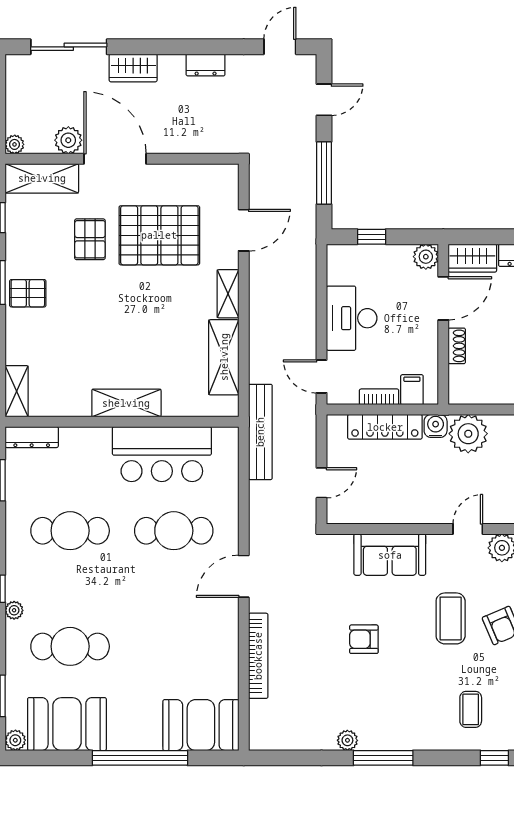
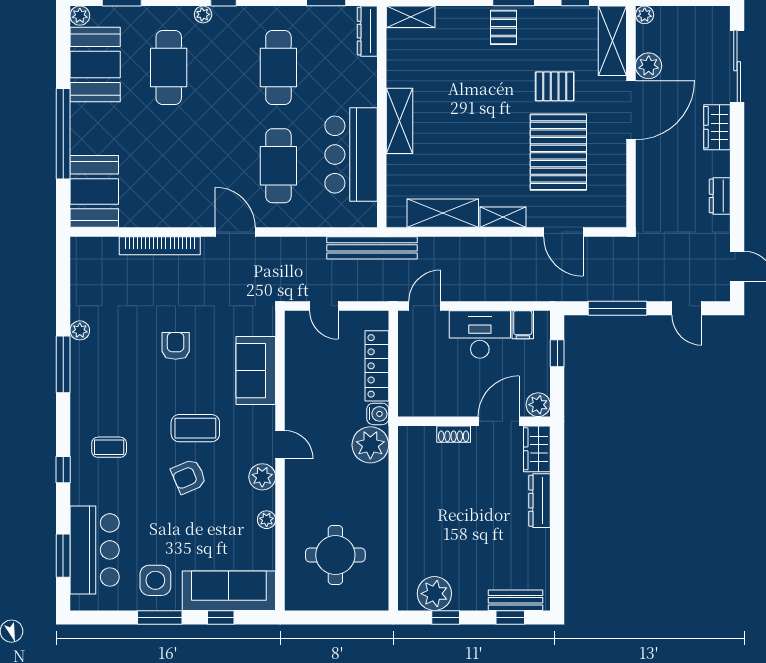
door: (443, 298) -> (499, 421), swing flipped
filing cabinet: (412, 390) -> (523, 325), moved, turned 90
bookcase: (379, 397) -> (405, 360), removed

